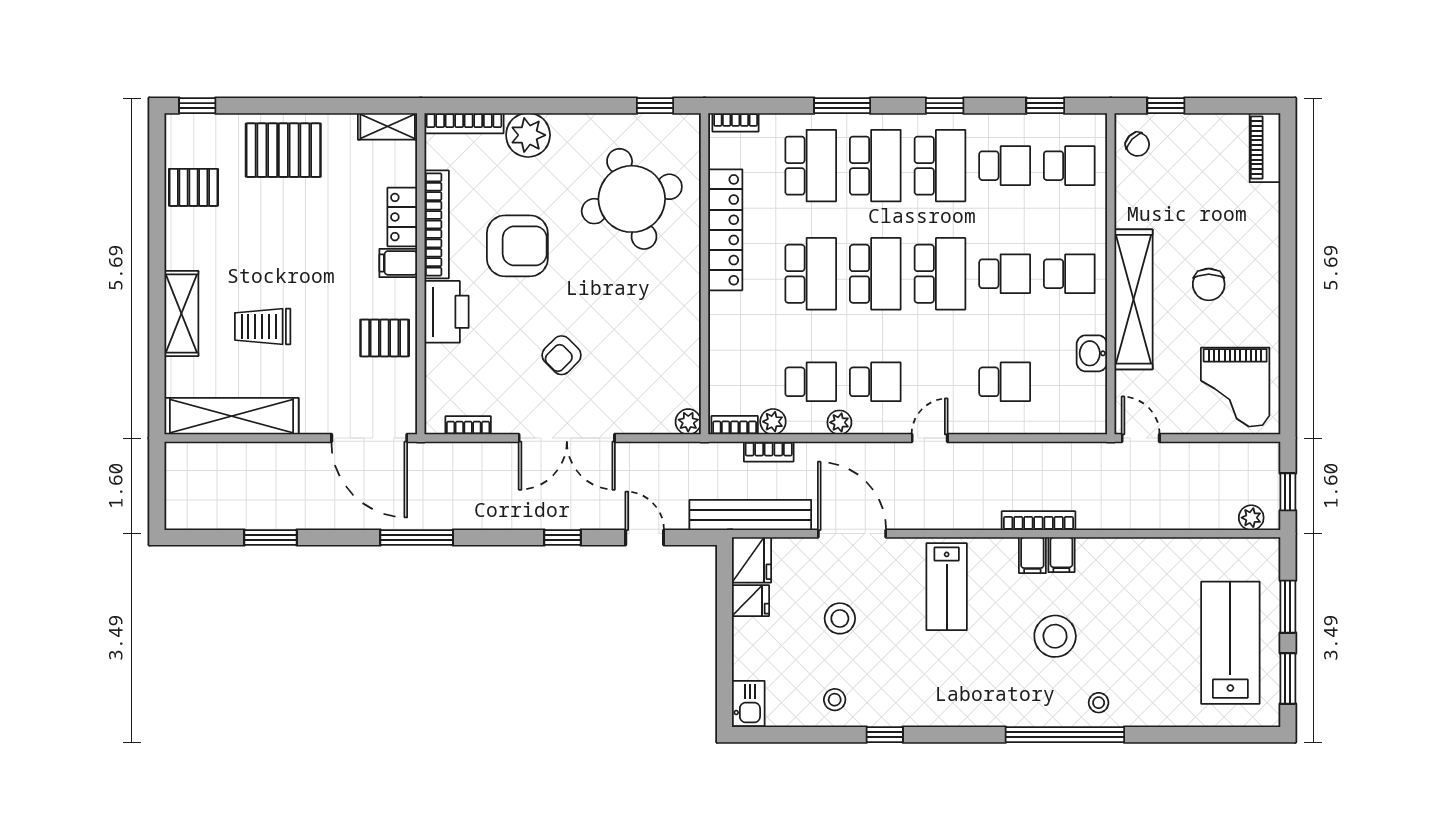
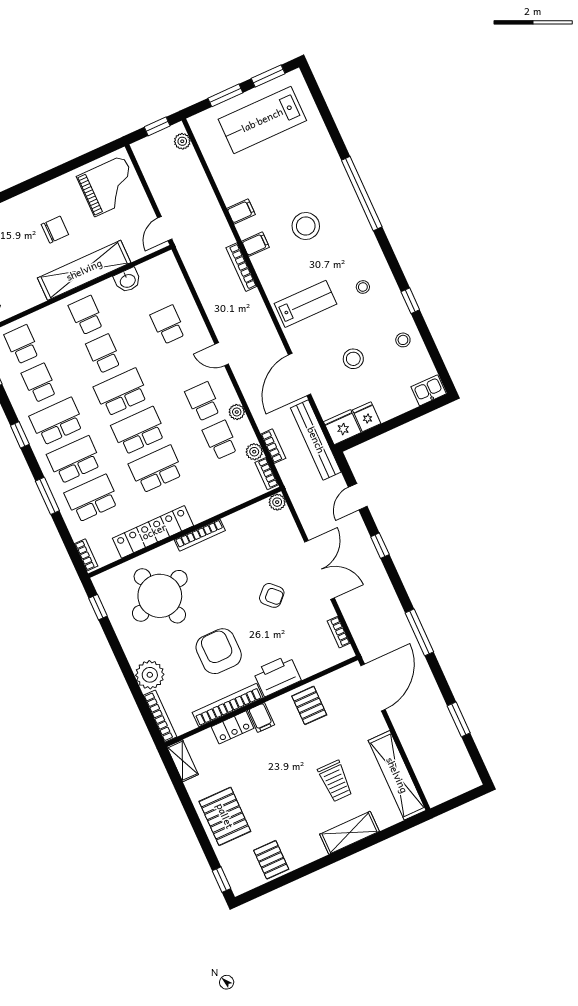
bookcase: (691, 293) -> (200, 535), added
filing cabinet: (1032, 555) -> (241, 211), moved
stool: (1099, 703) -> (363, 287), moved

